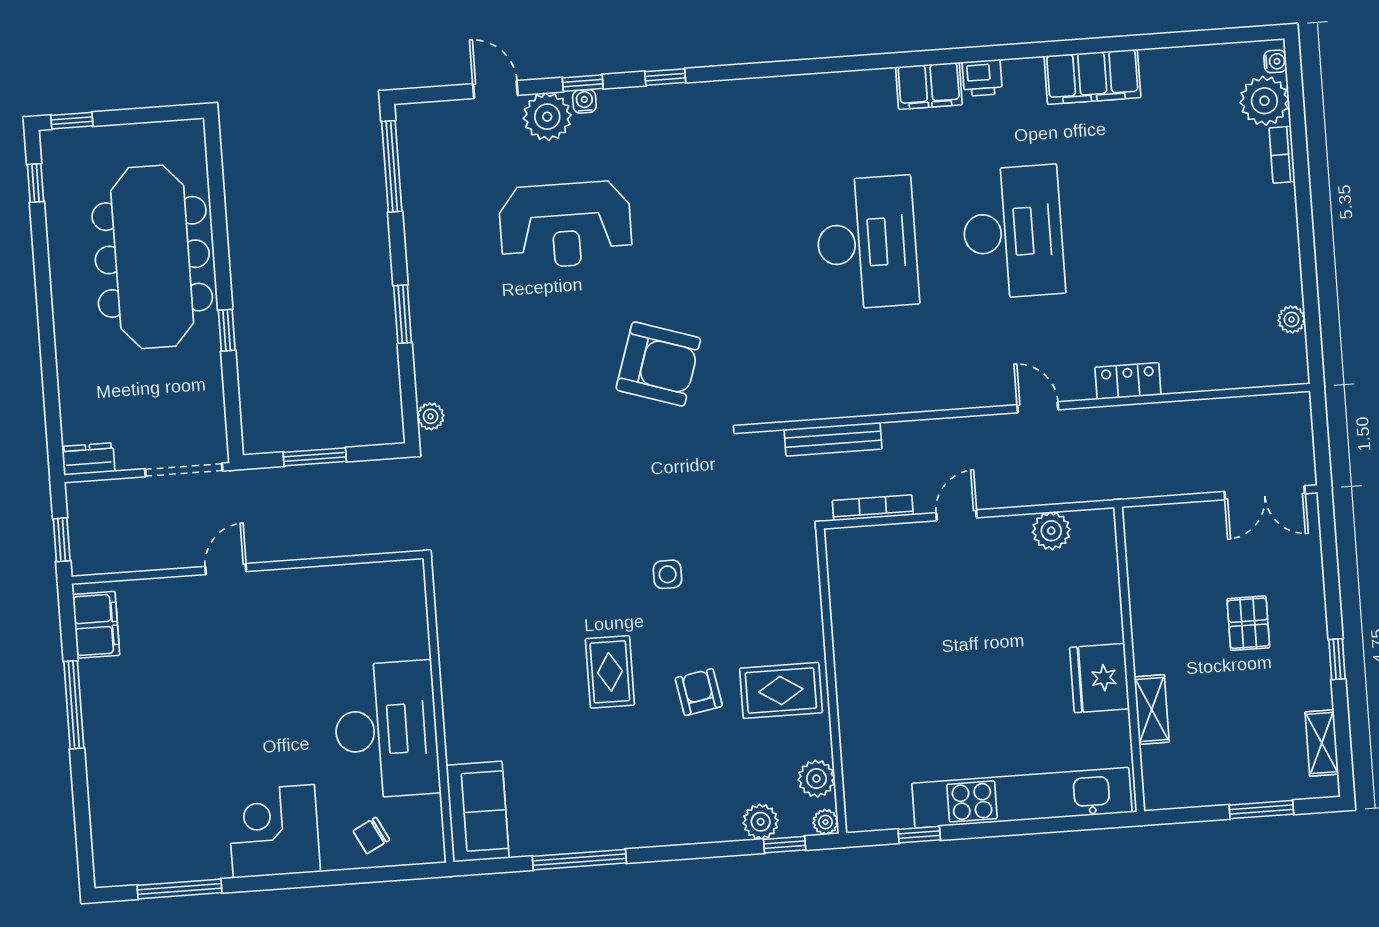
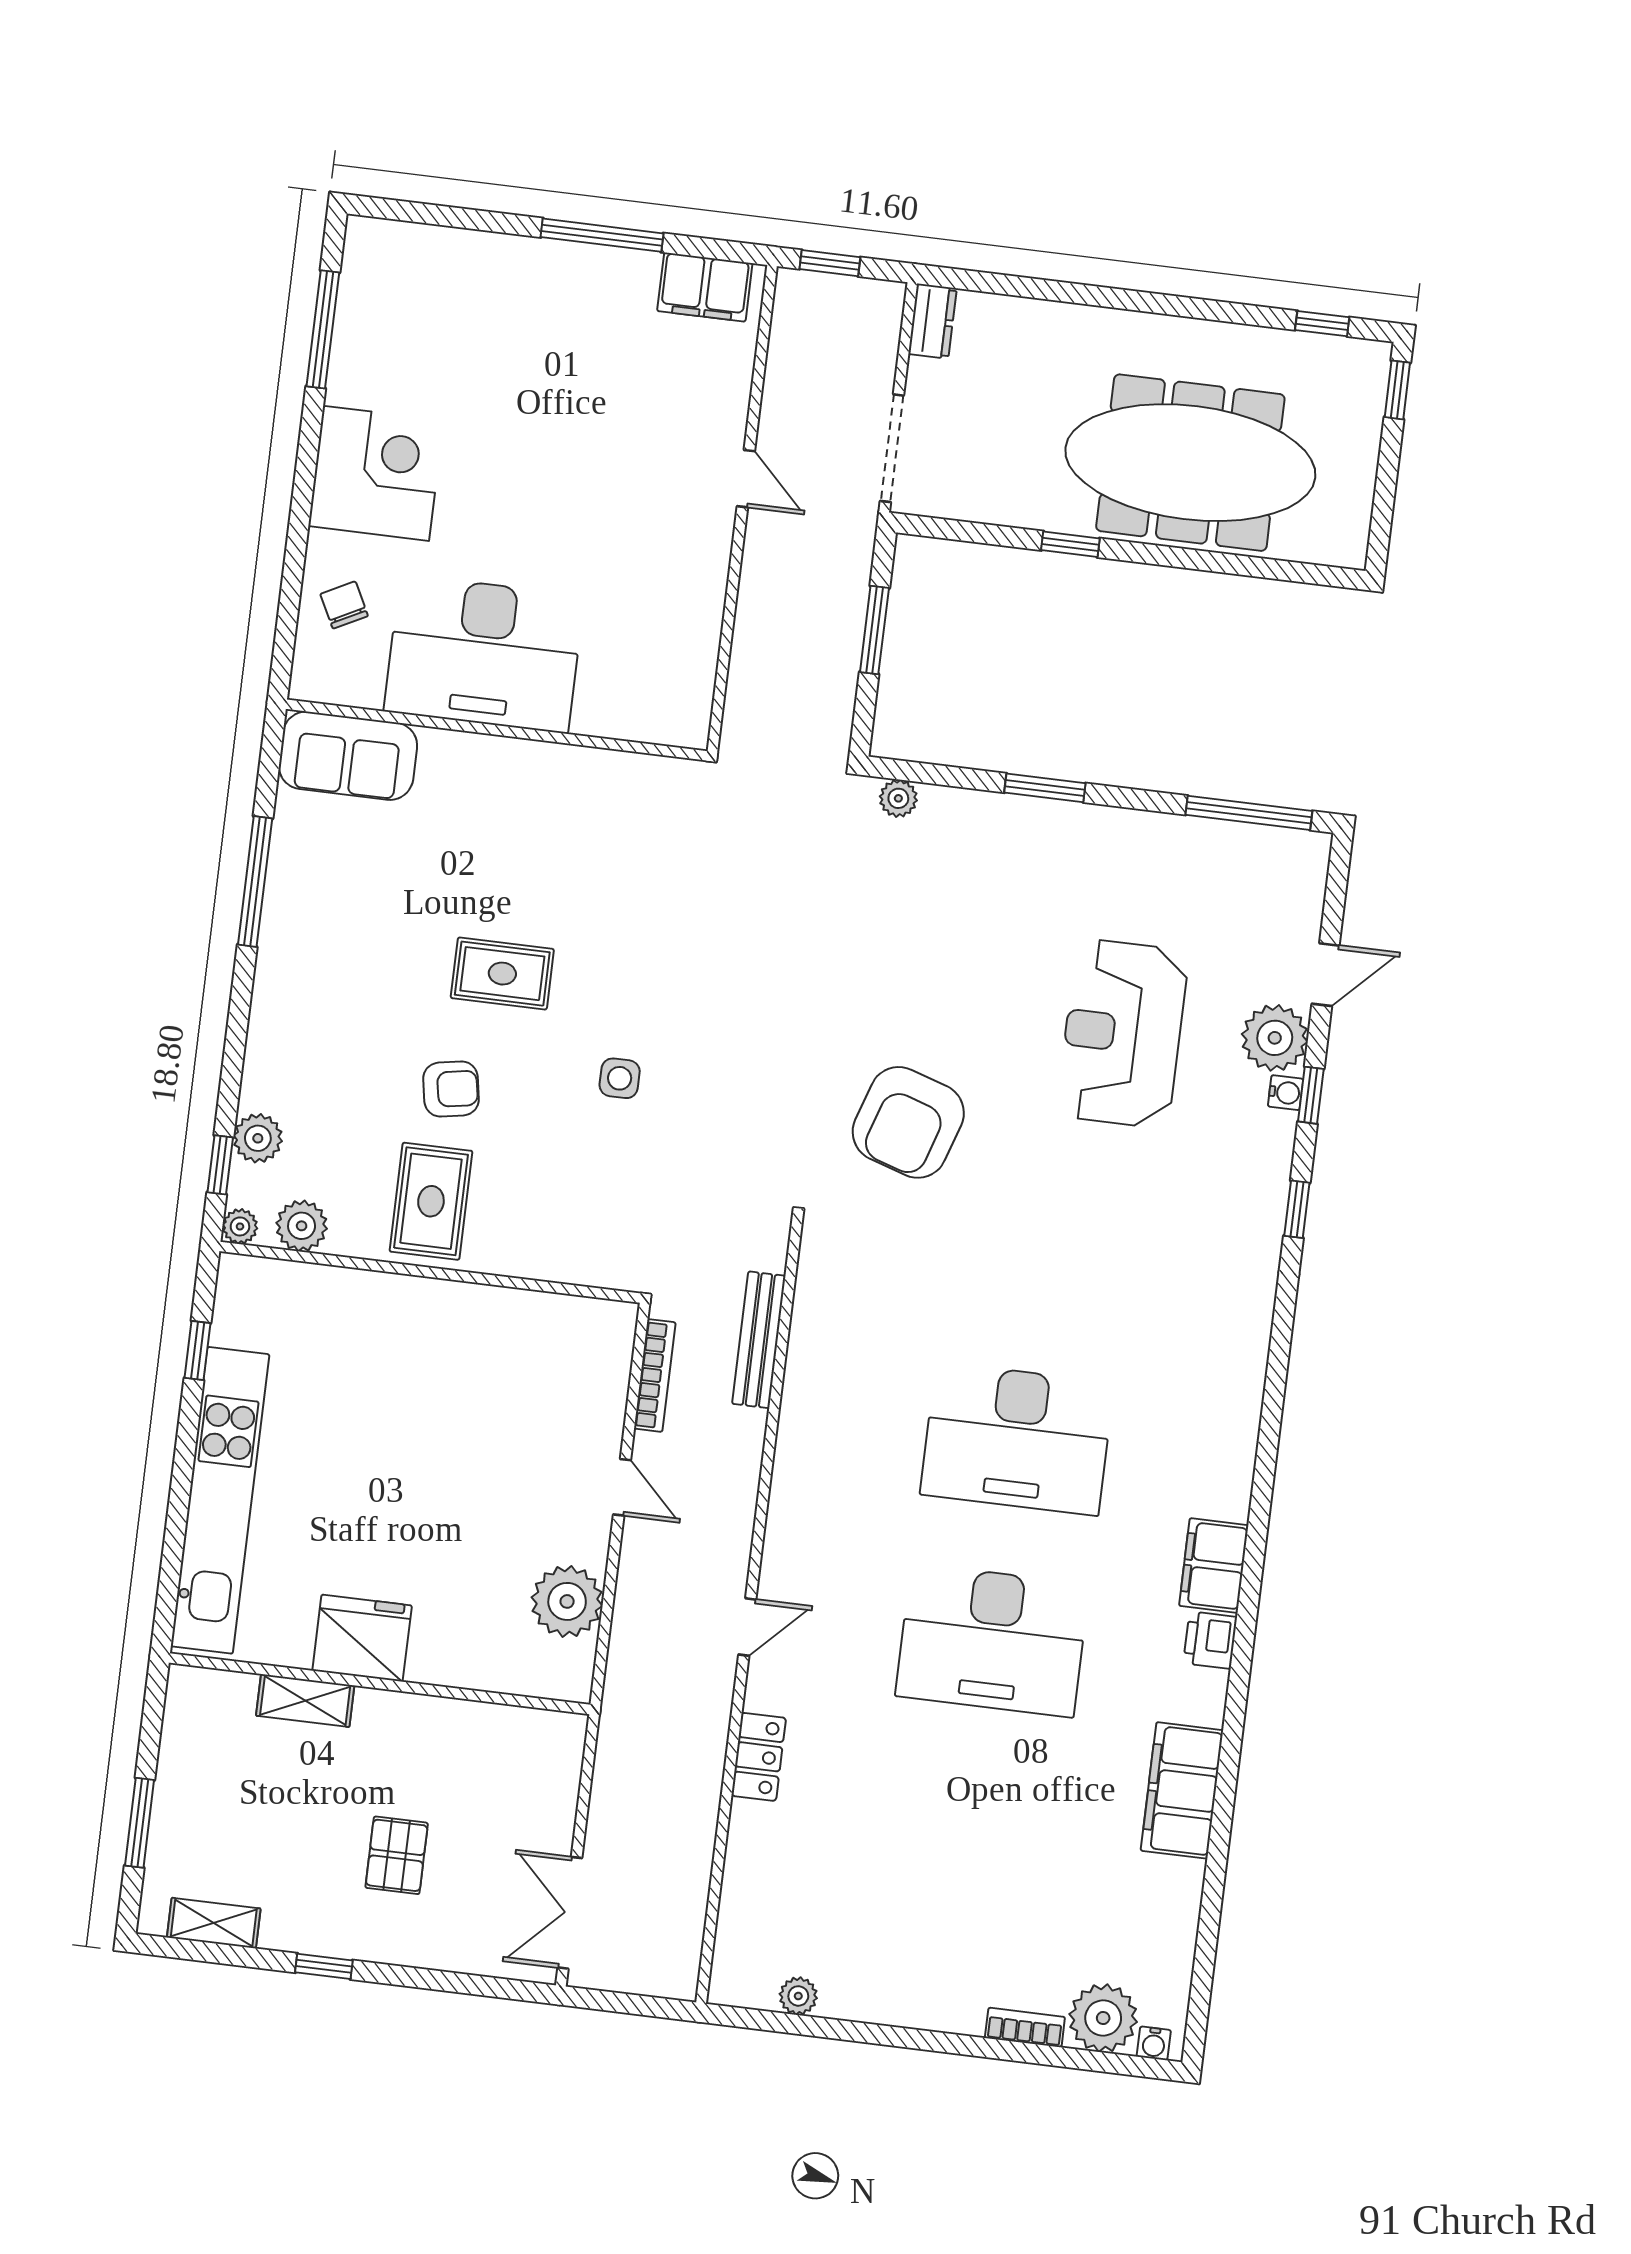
plant: (1051, 531) -> (567, 1601), width x1.36, depth x1.36
pallet: (1248, 623) -> (397, 1855), turned 90

